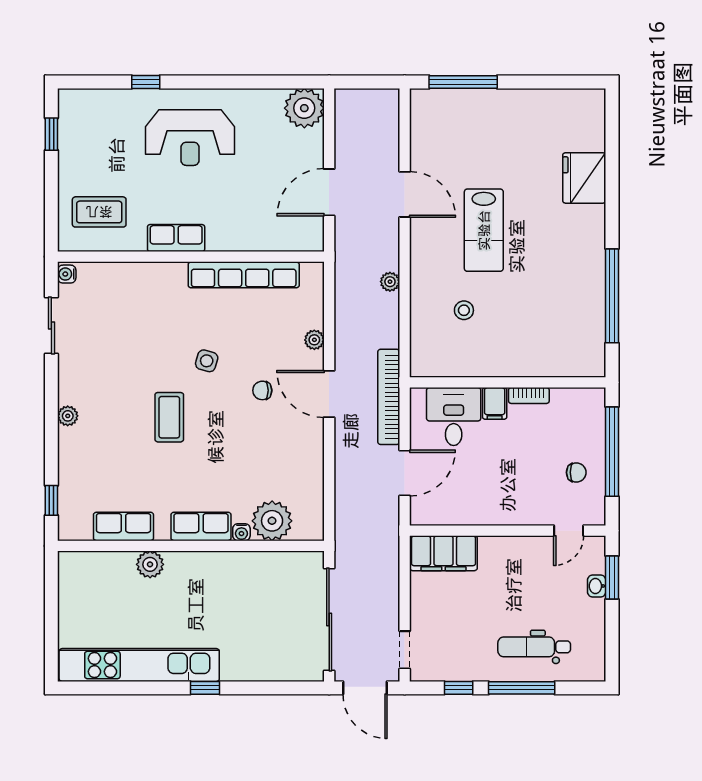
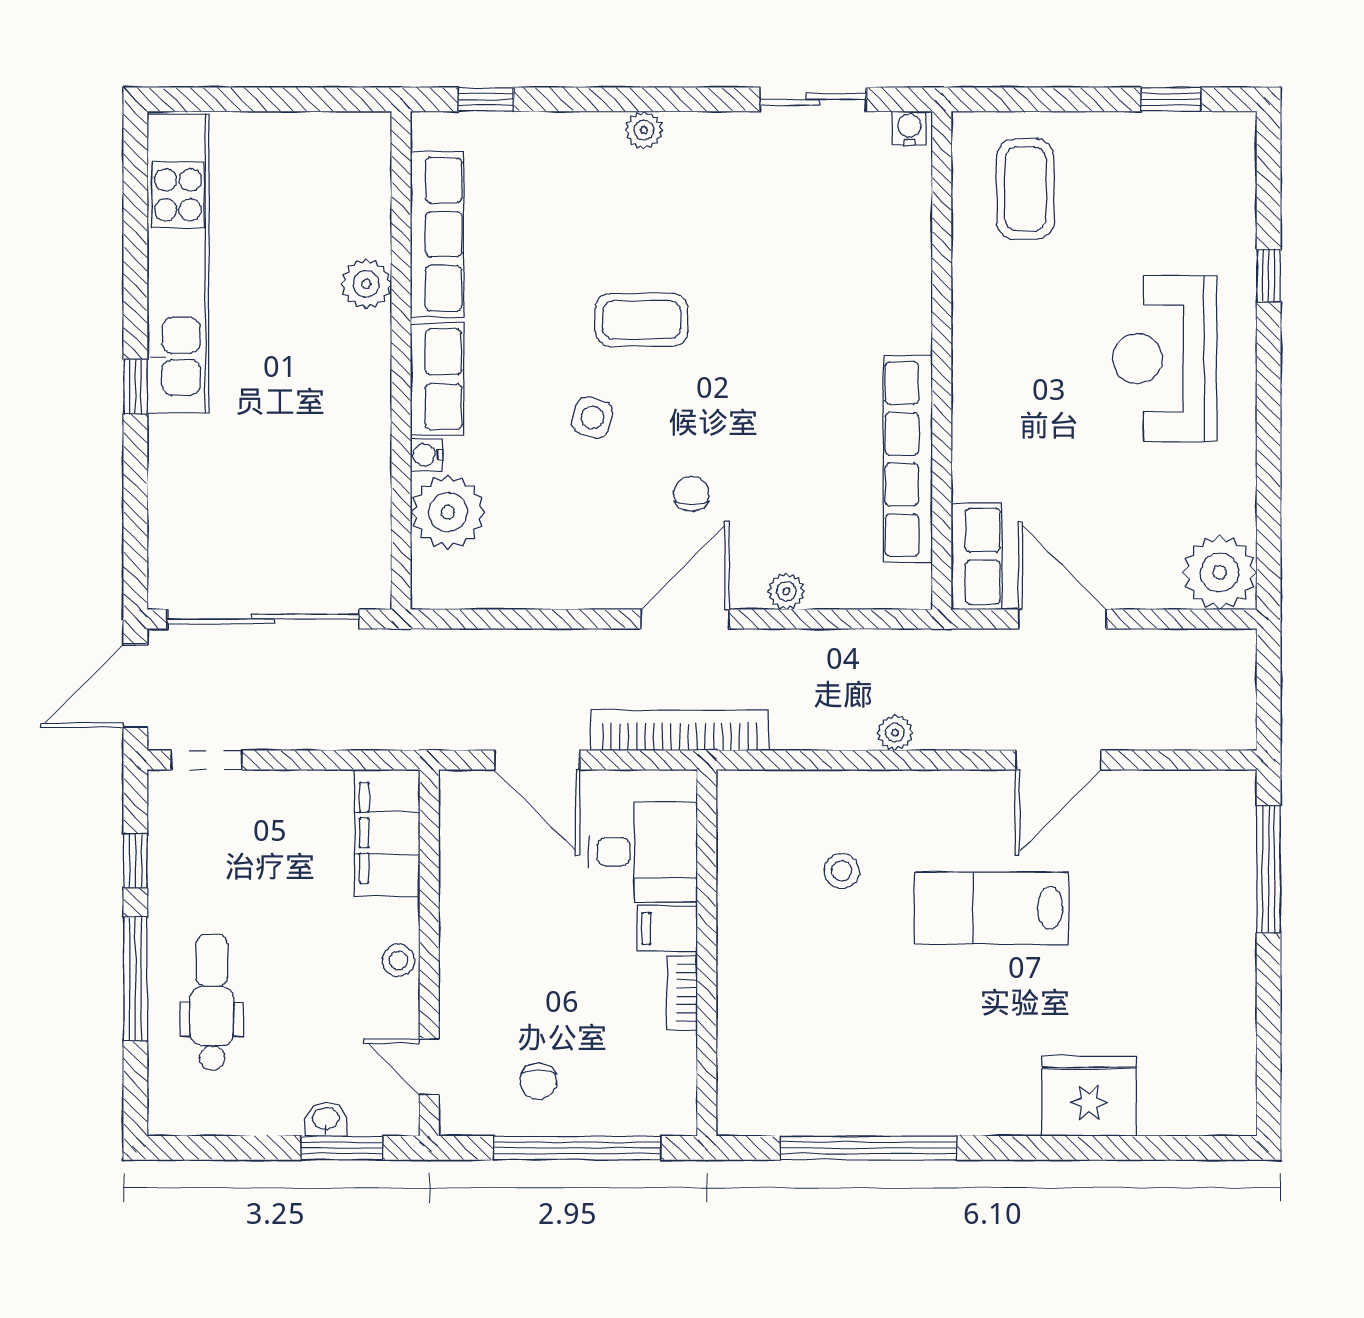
row of seats: (176, 238) -> (977, 556), moved
side table: (207, 361) -> (592, 417), moved
row of seats: (123, 526) -> (437, 234), width x1.48
stool: (512, 547) -> (398, 960), added

